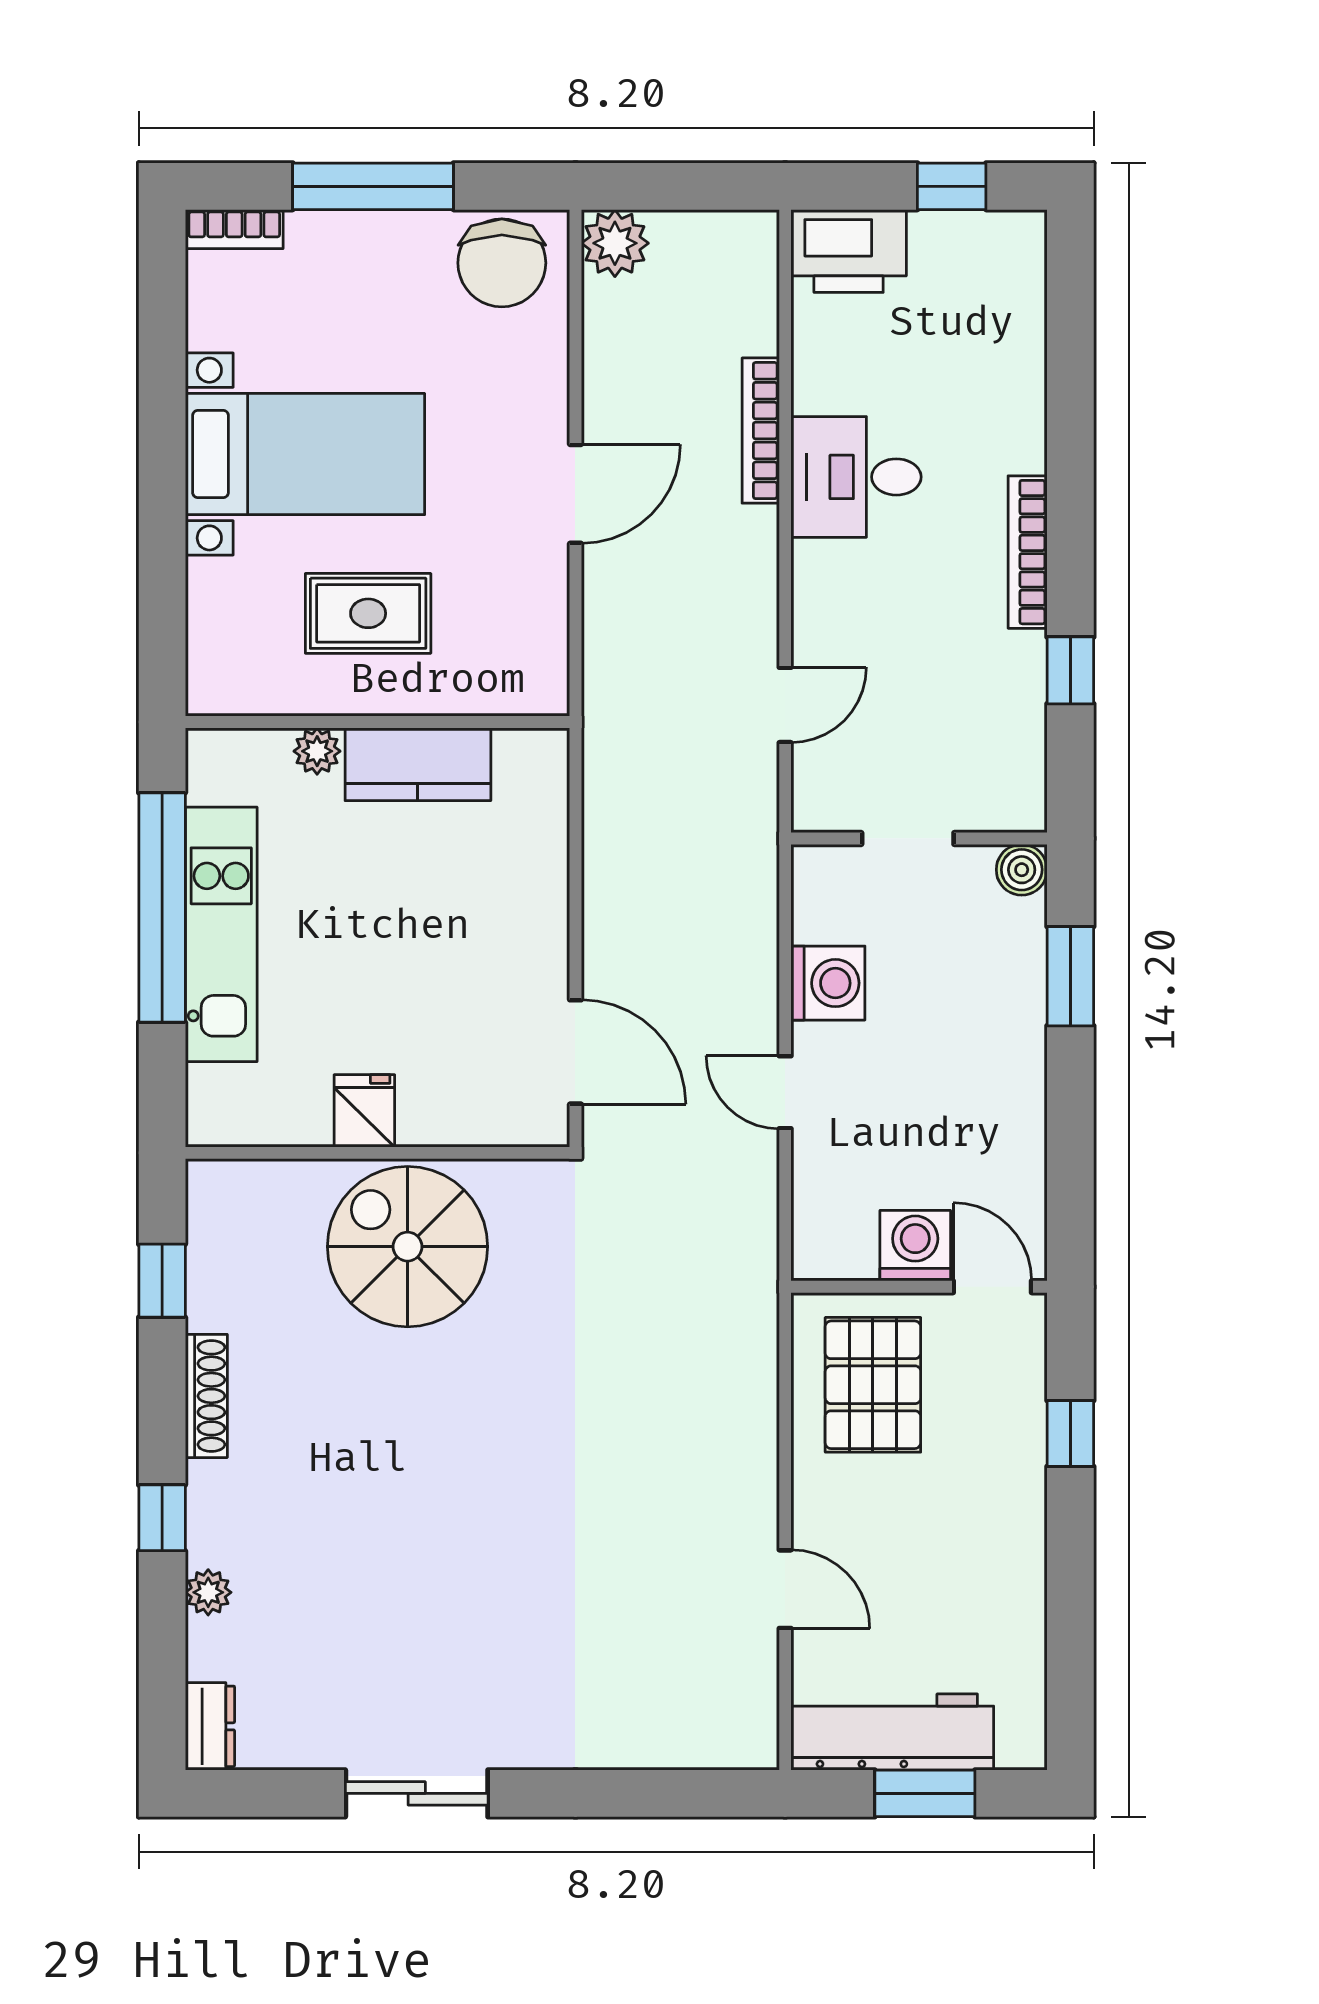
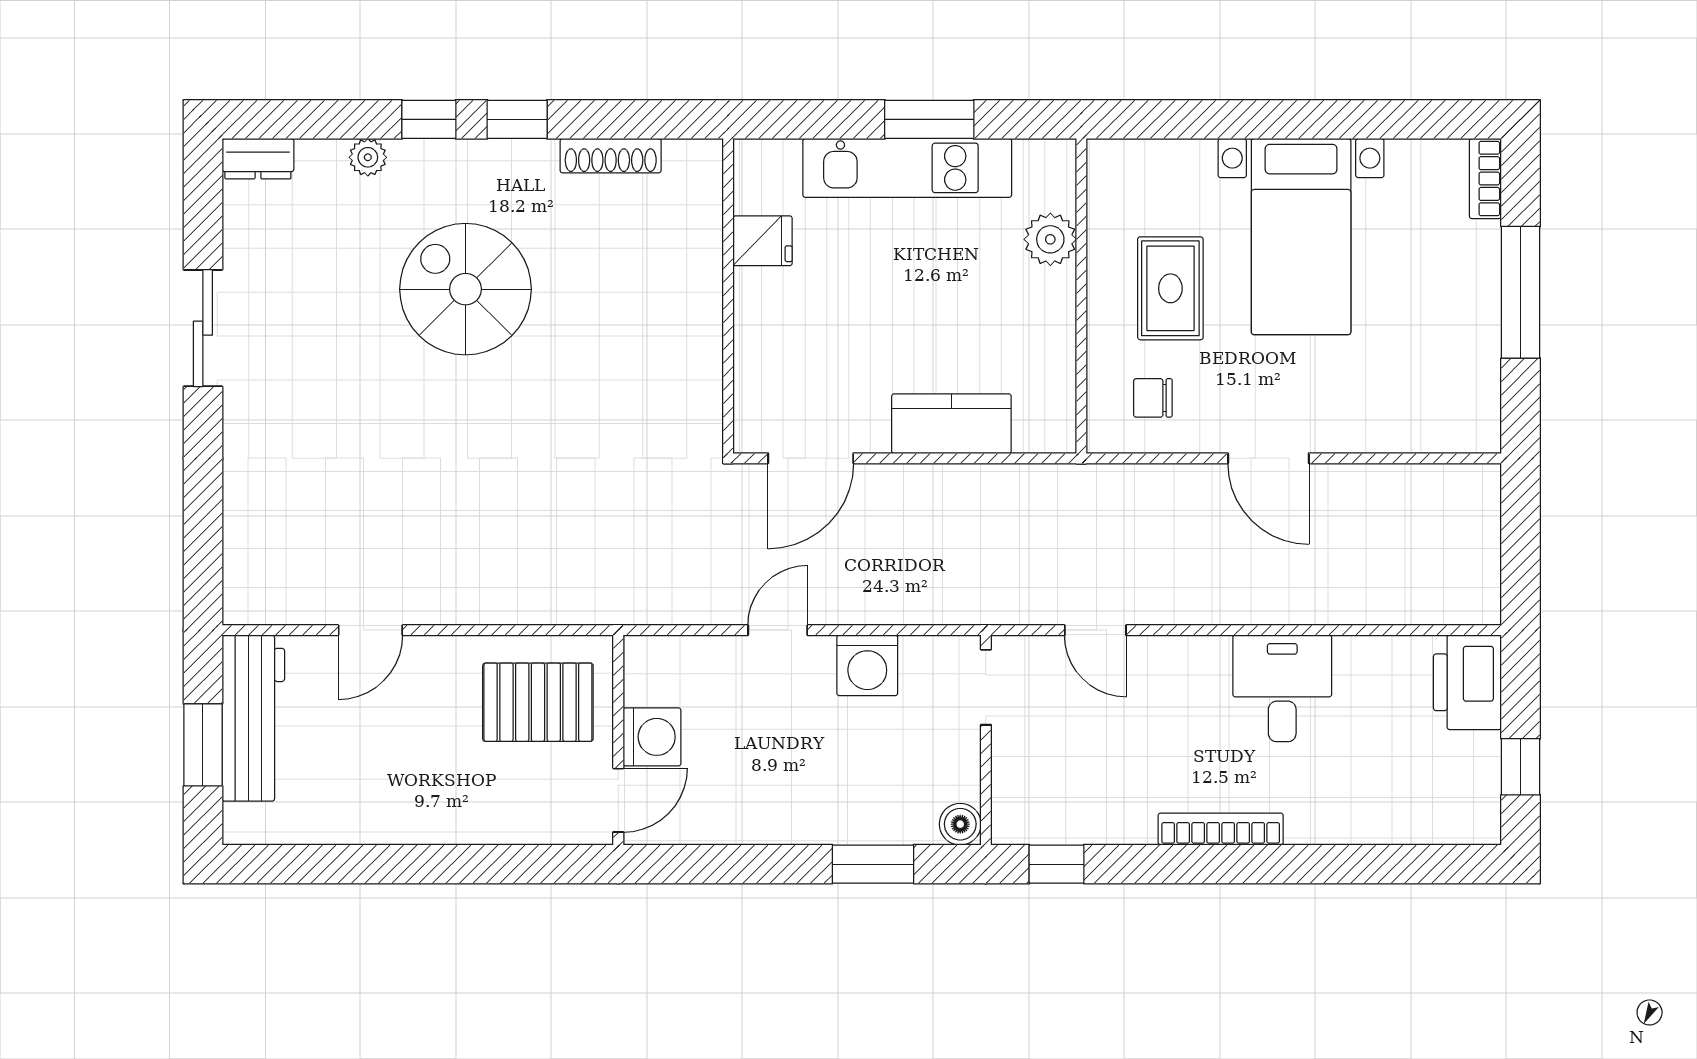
plant: (615, 243) -> (1474, 491), removed
chair: (502, 263) -> (1153, 398), moved, width x0.54, depth x0.54
bookcase: (761, 431) -> (1320, 610), removed
window: (1070, 670) -> (1057, 864), moved
plant: (317, 751) -> (1050, 239), width x1.38, depth x1.38
kitchen counter: (418, 764) -> (951, 424), moved, turned 90
doorway: (908, 838) -> (986, 687), moved
window: (162, 907) -> (929, 119), width x0.47
fridge: (364, 1111) -> (763, 241), moved
spiral stairs: (407, 1247) -> (465, 289), moved, turned -90
window: (162, 1281) -> (517, 119), moved
shoe rack: (206, 1396) -> (611, 156), moved
window: (1070, 1434) -> (498, 864), removed

